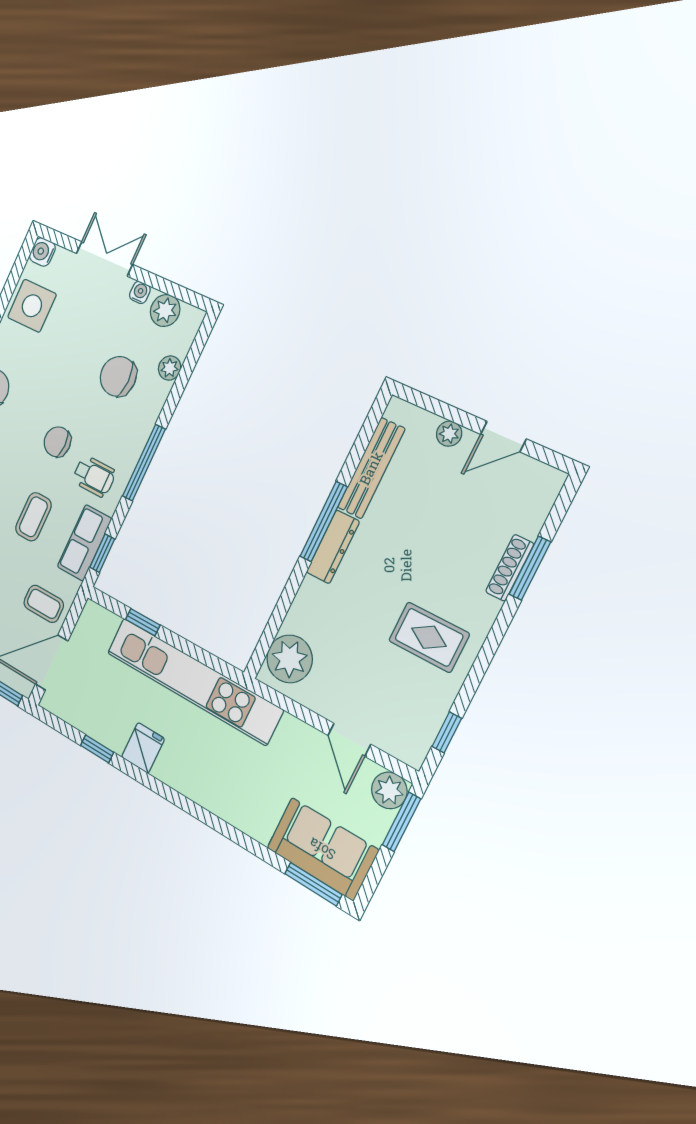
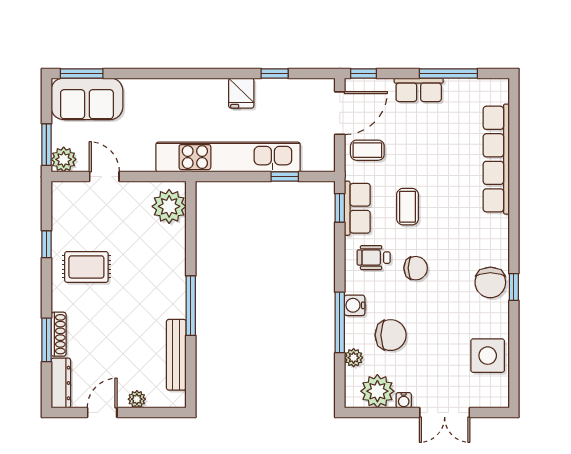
water cooler: (42, 252) -> (355, 305), moved, turned 180
plant: (165, 310) -> (377, 391), width x1.36, depth x1.36
window: (144, 463) -> (340, 322), moved
dresser: (333, 547) -> (61, 383), moved, turned 180
window: (447, 732) -> (46, 244), moved

